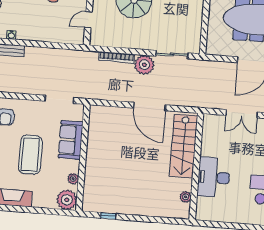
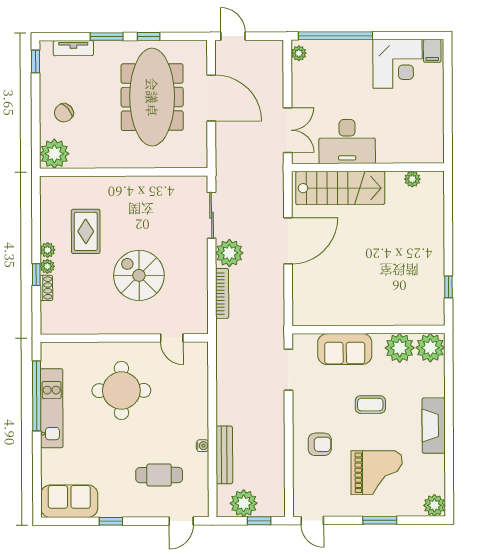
double door: (242, 114) -> (288, 130), moved
coffee table: (30, 155) -> (370, 405), width x0.54, depth x0.58
desk: (214, 177) -> (347, 141), moved
plant: (73, 179) -> (400, 348), width x1.87, depth x1.87

